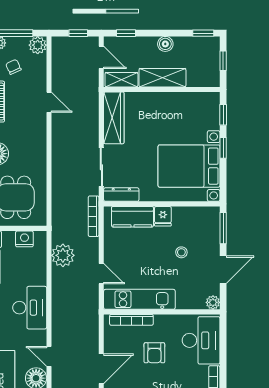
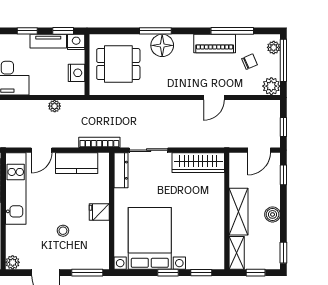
shelving: (121, 80) -> (237, 253), moved
kitchen counter: (132, 217) -> (77, 163), moved, turned -90
plant: (63, 255) -> (55, 106), width x0.53, depth x0.53

